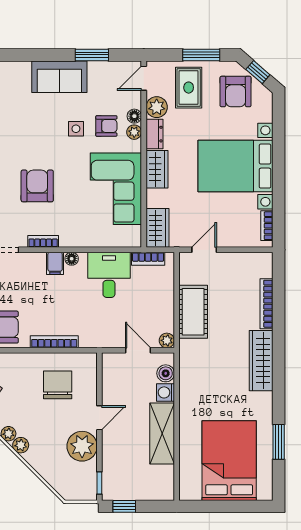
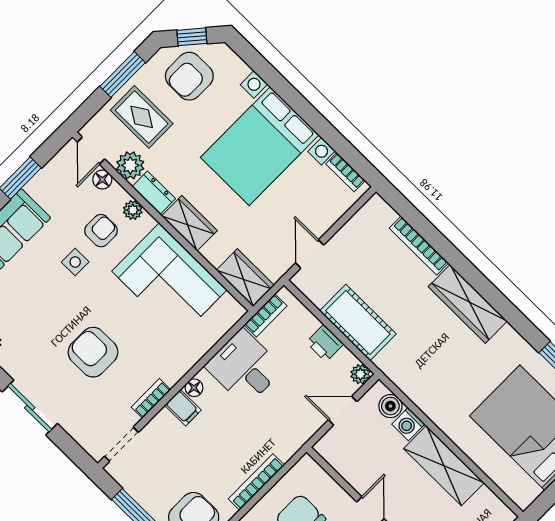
armchair: (236, 91) -> (189, 76), turned 90
floor lamp: (134, 116) -> (102, 180), moved
printer: (165, 305) -> (325, 343), added

